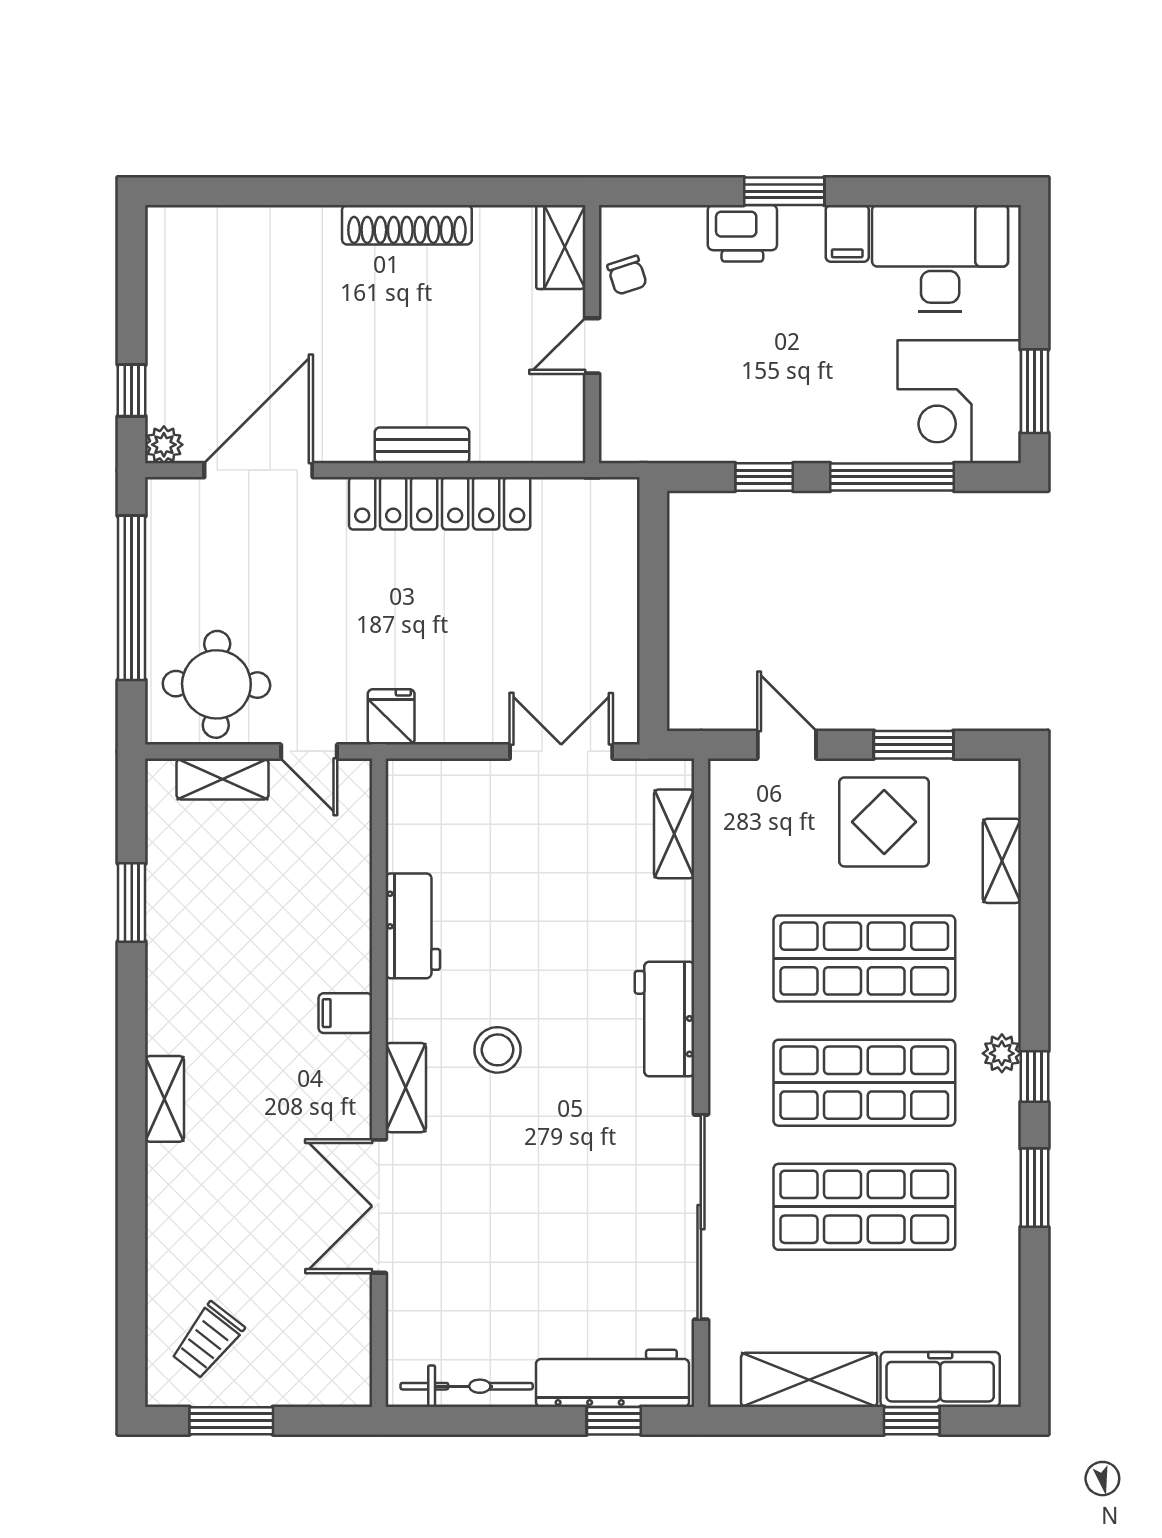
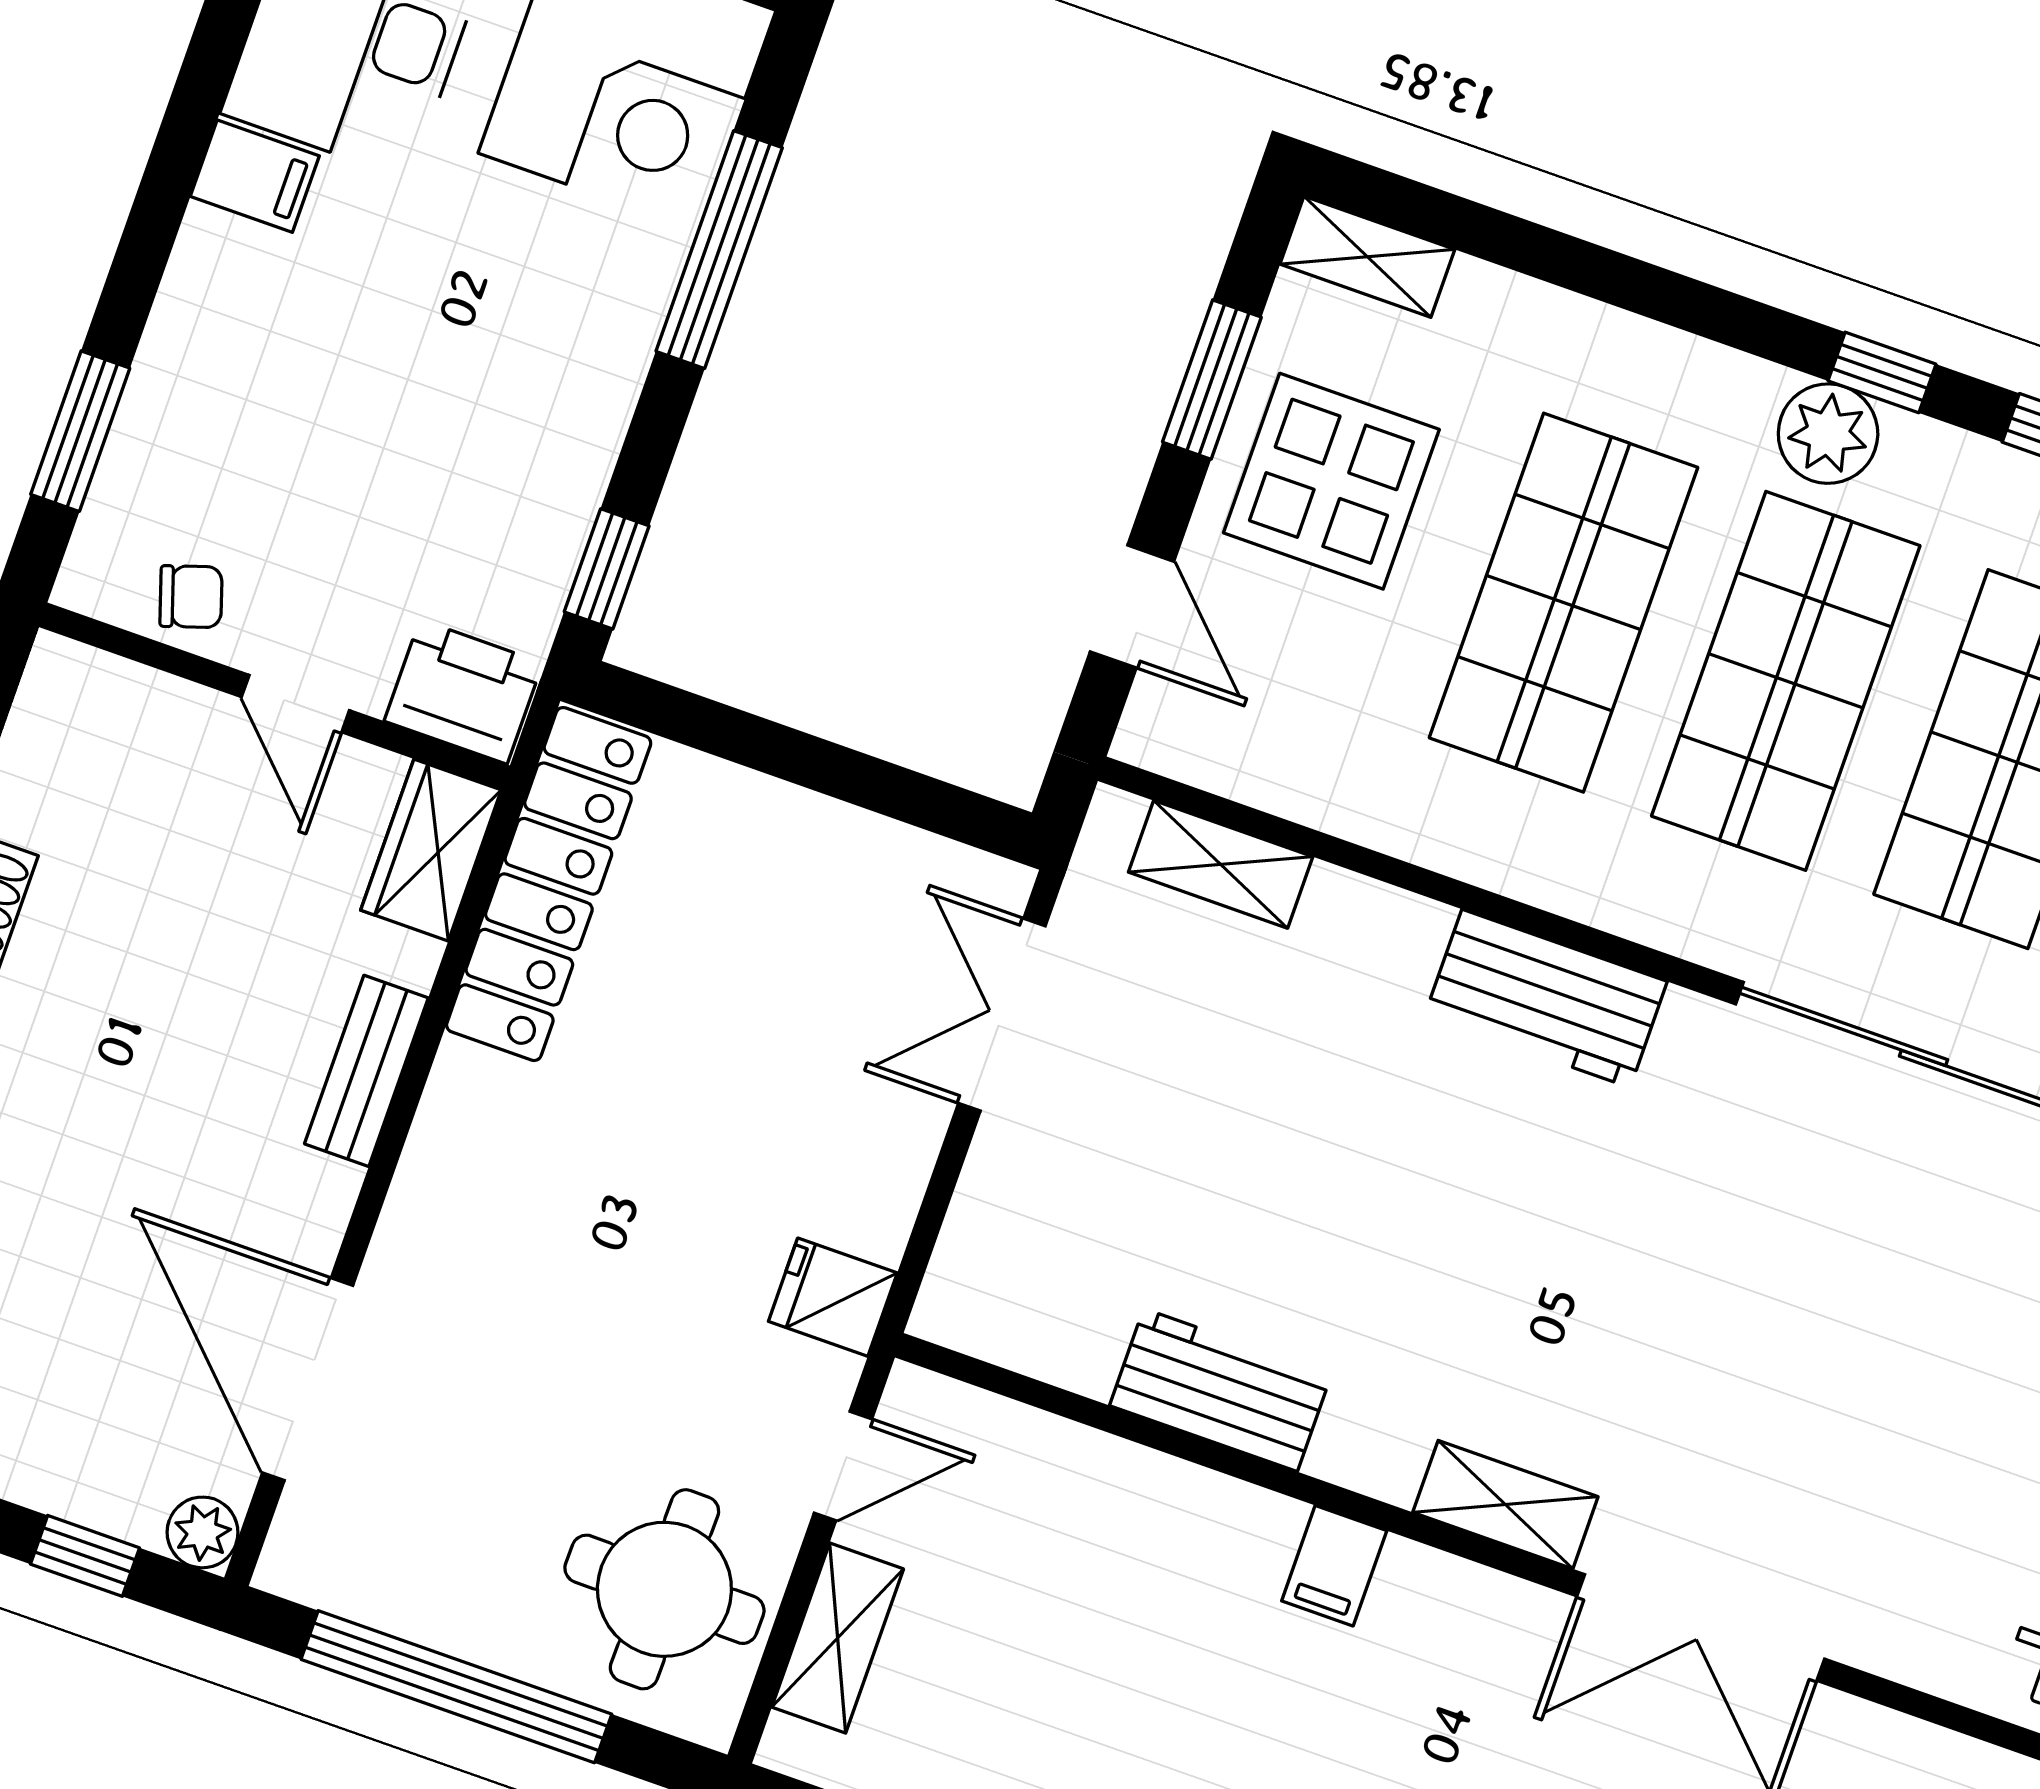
window: (784, 191) -> (80, 431), moved
printer: (742, 233) -> (463, 692), moved, turned -90
wardrobe: (561, 247) -> (431, 850), moved, turned 90
window: (764, 477) -> (607, 569), moved
locker: (440, 503) -> (549, 884), moved
door: (787, 745) -> (1132, 607), swing flipped
shelving: (1002, 861) -> (1367, 257), moved
stool: (498, 1050) -> (1496, 1317), removed
plant: (1002, 1053) -> (1828, 434), width x1.38, depth x1.38

